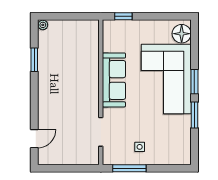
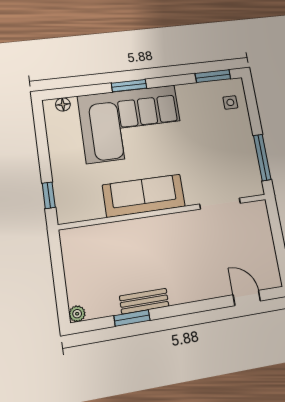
floor lamp: (182, 34) -> (63, 104), width x0.53, depth x0.53
bench: (44, 69) -> (144, 301), added
window: (194, 115) -> (213, 76), moved
side table: (140, 147) -> (230, 102), moved

